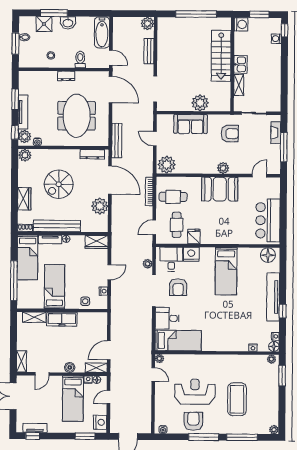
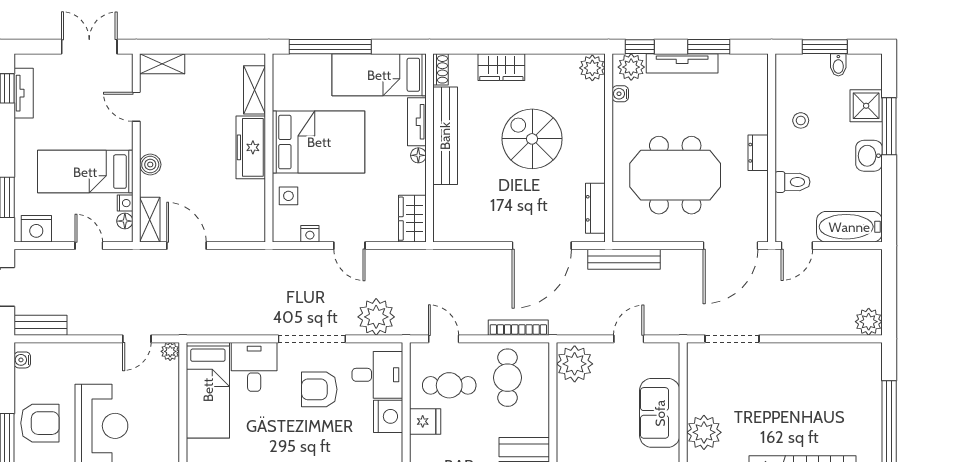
bench: (149, 51) -> (40, 325), moved
plant: (100, 206) -> (487, 225), removed
plant: (148, 264) -> (376, 317), width x1.87, depth x1.87
bed: (55, 287) -> (319, 142), width x1.50

